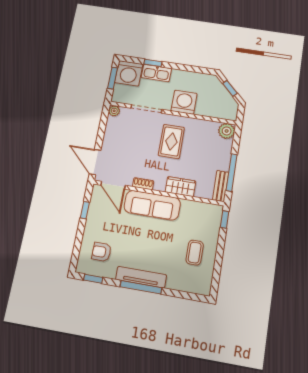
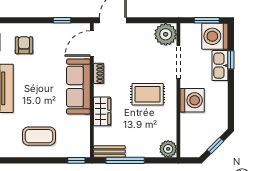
plant: (114, 111) -> (166, 34), width x1.88, depth x1.88
coffee table: (195, 253) -> (39, 136), width x1.36, depth x1.30

